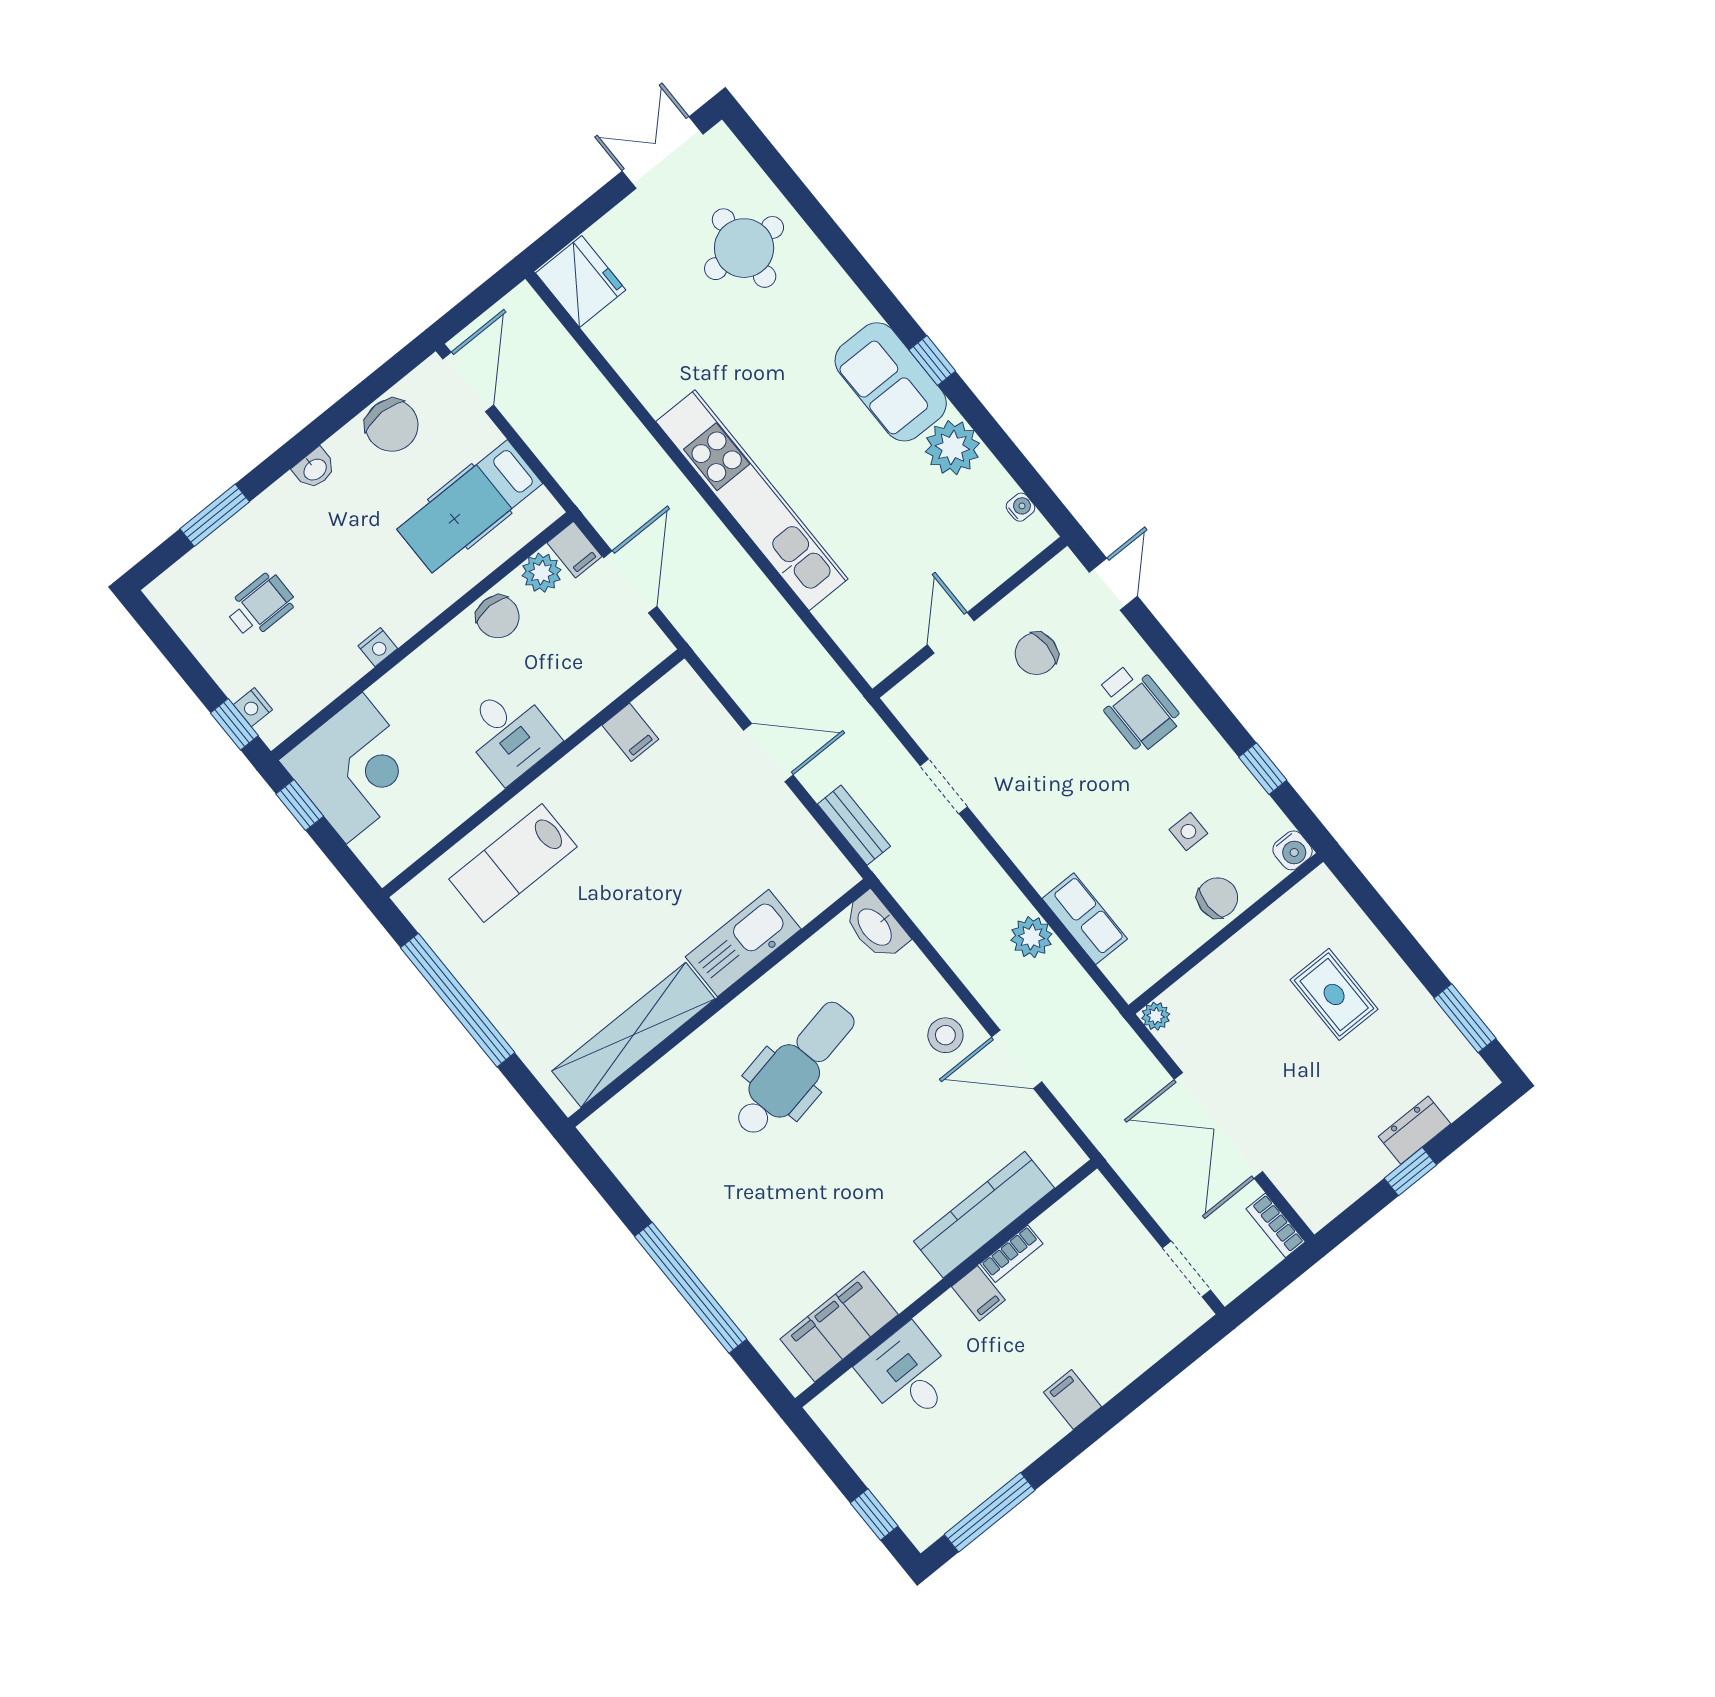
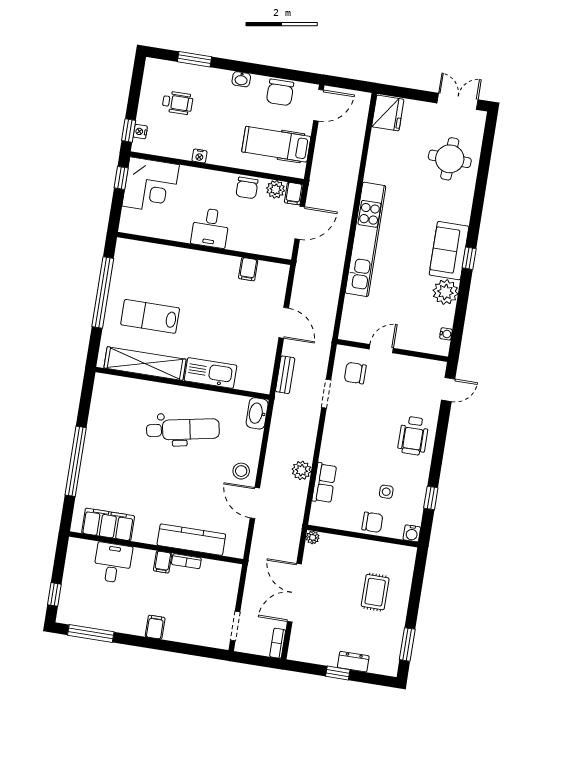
chair: (1036, 654) -> (355, 373), moved
lab bench: (513, 863) -> (150, 316), moved

